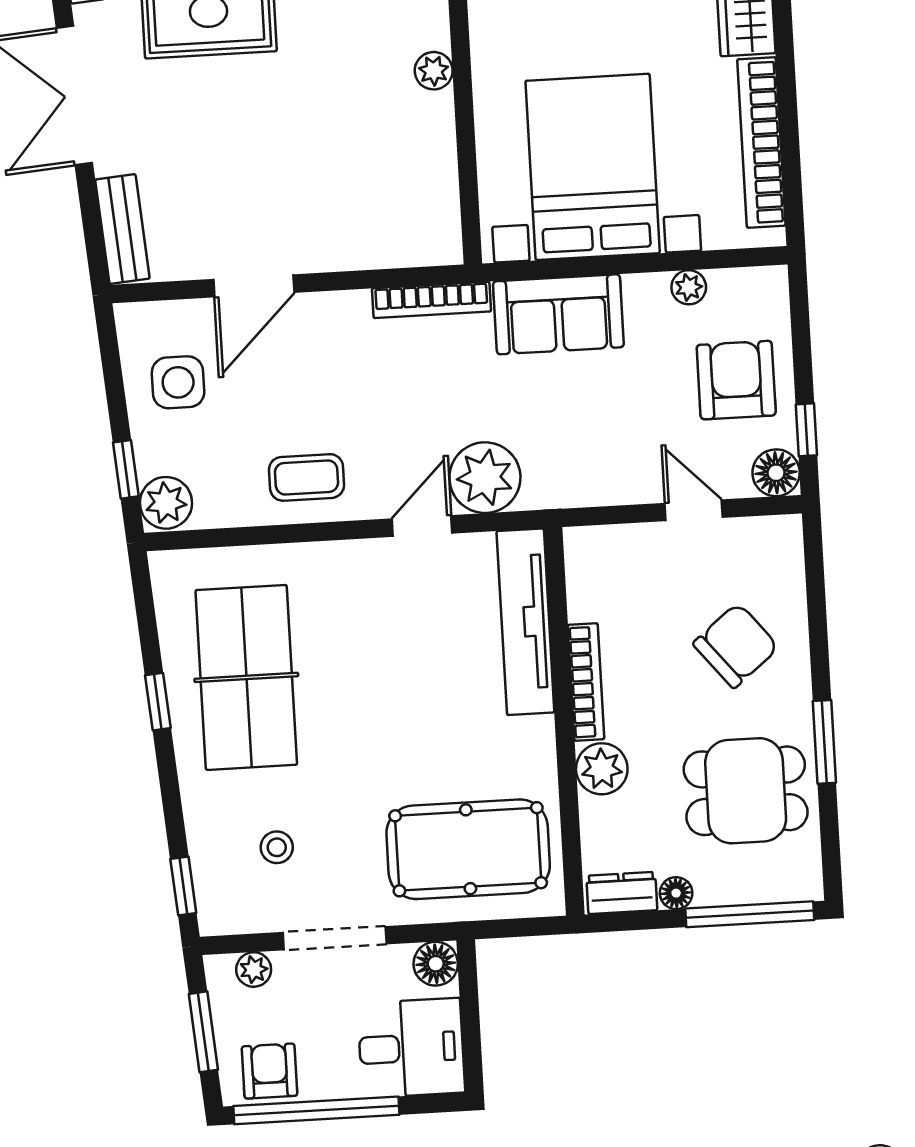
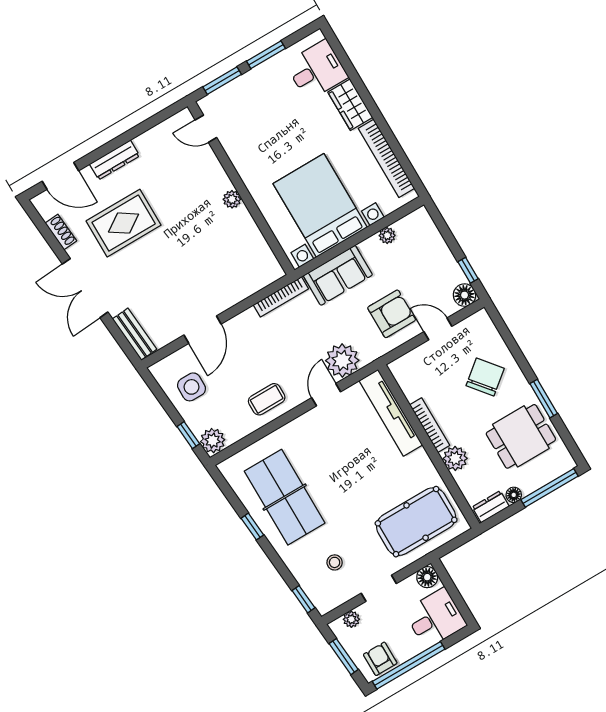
armchair: (736, 380) -> (392, 314), moved, turned 90
doorway: (335, 938) -> (379, 588), width x0.73

